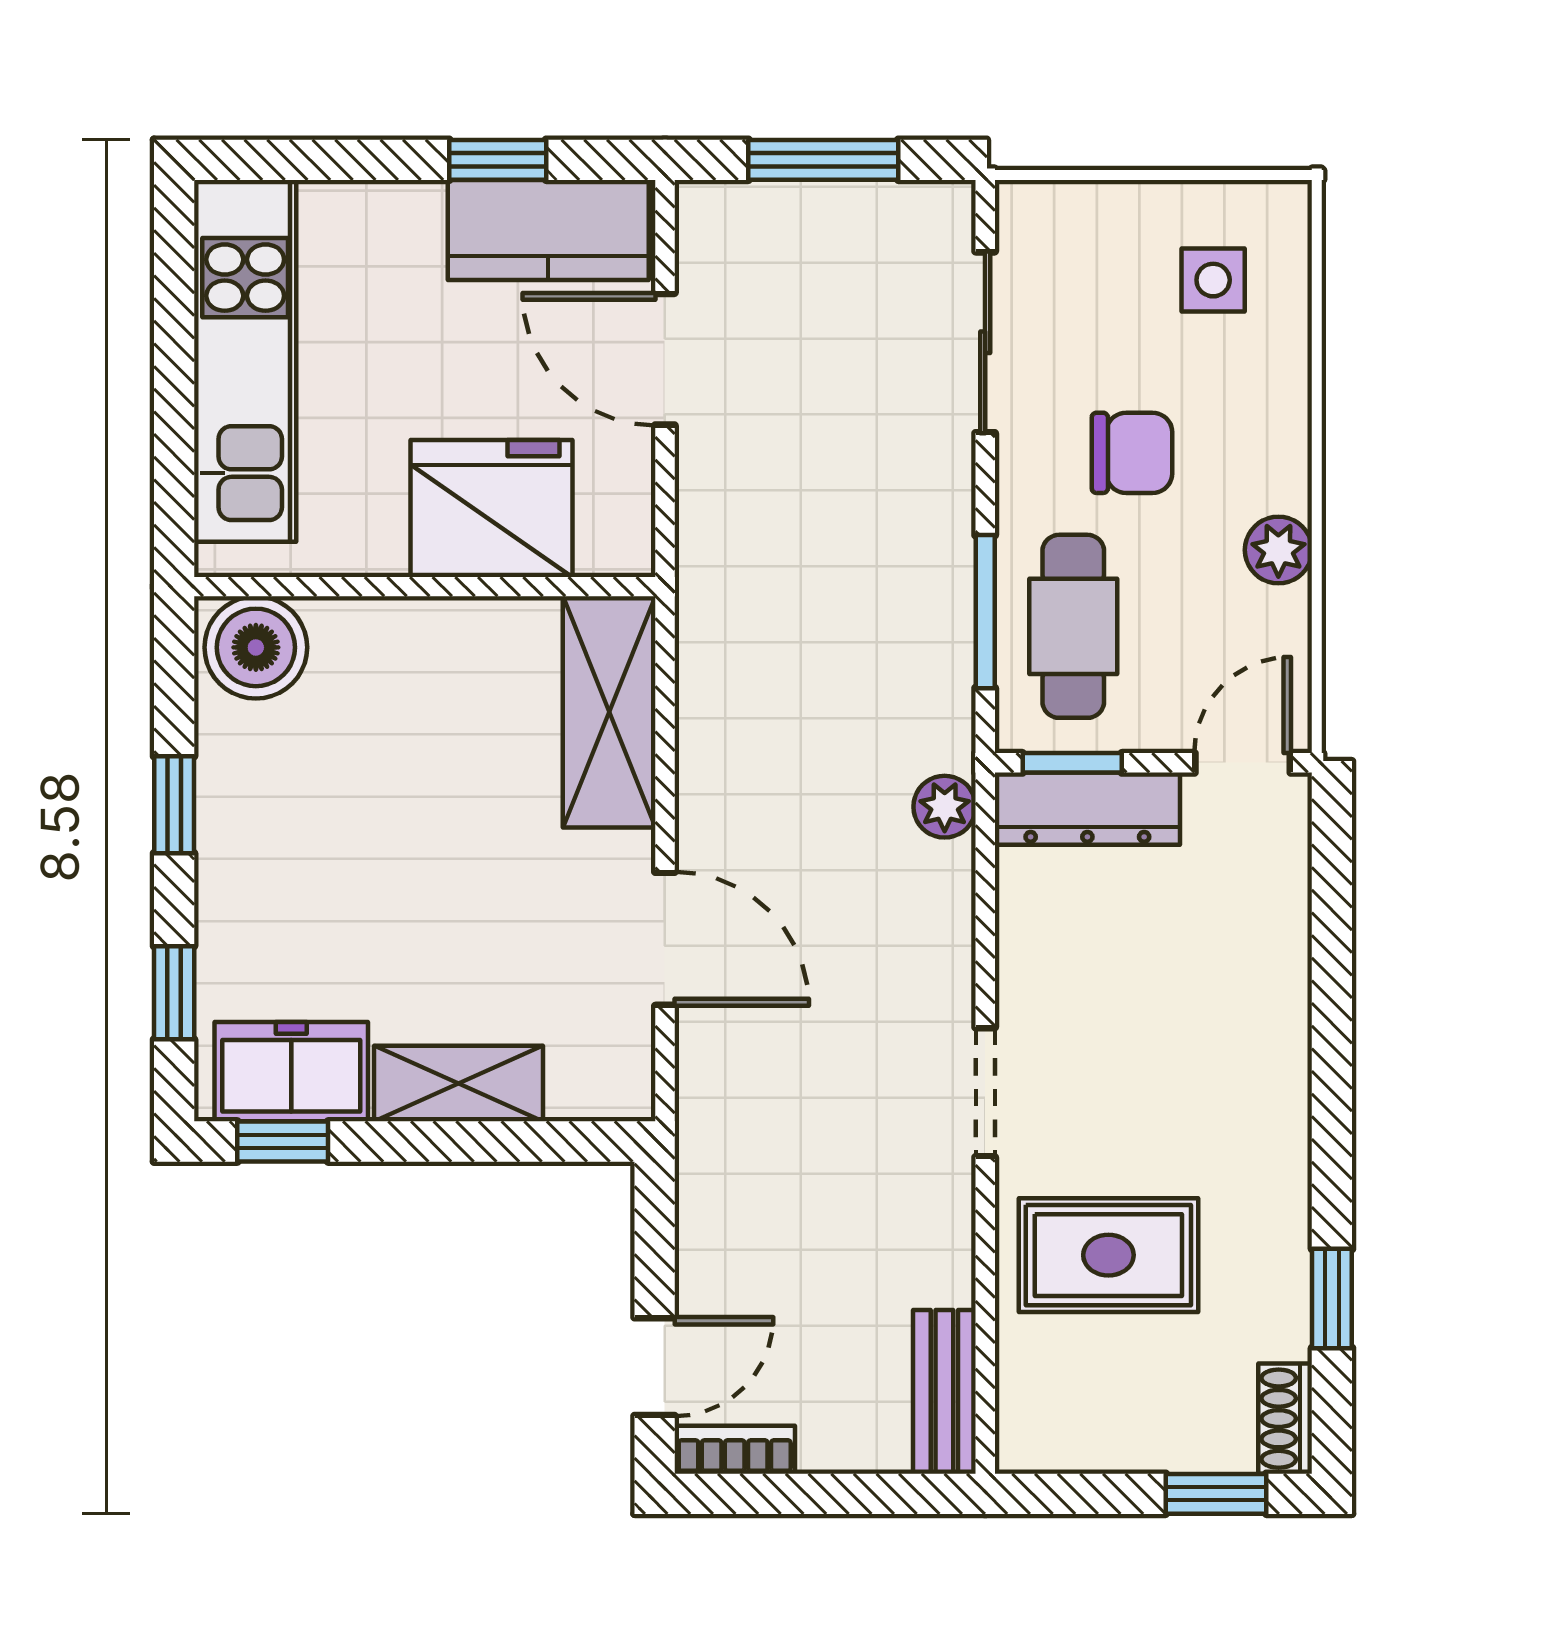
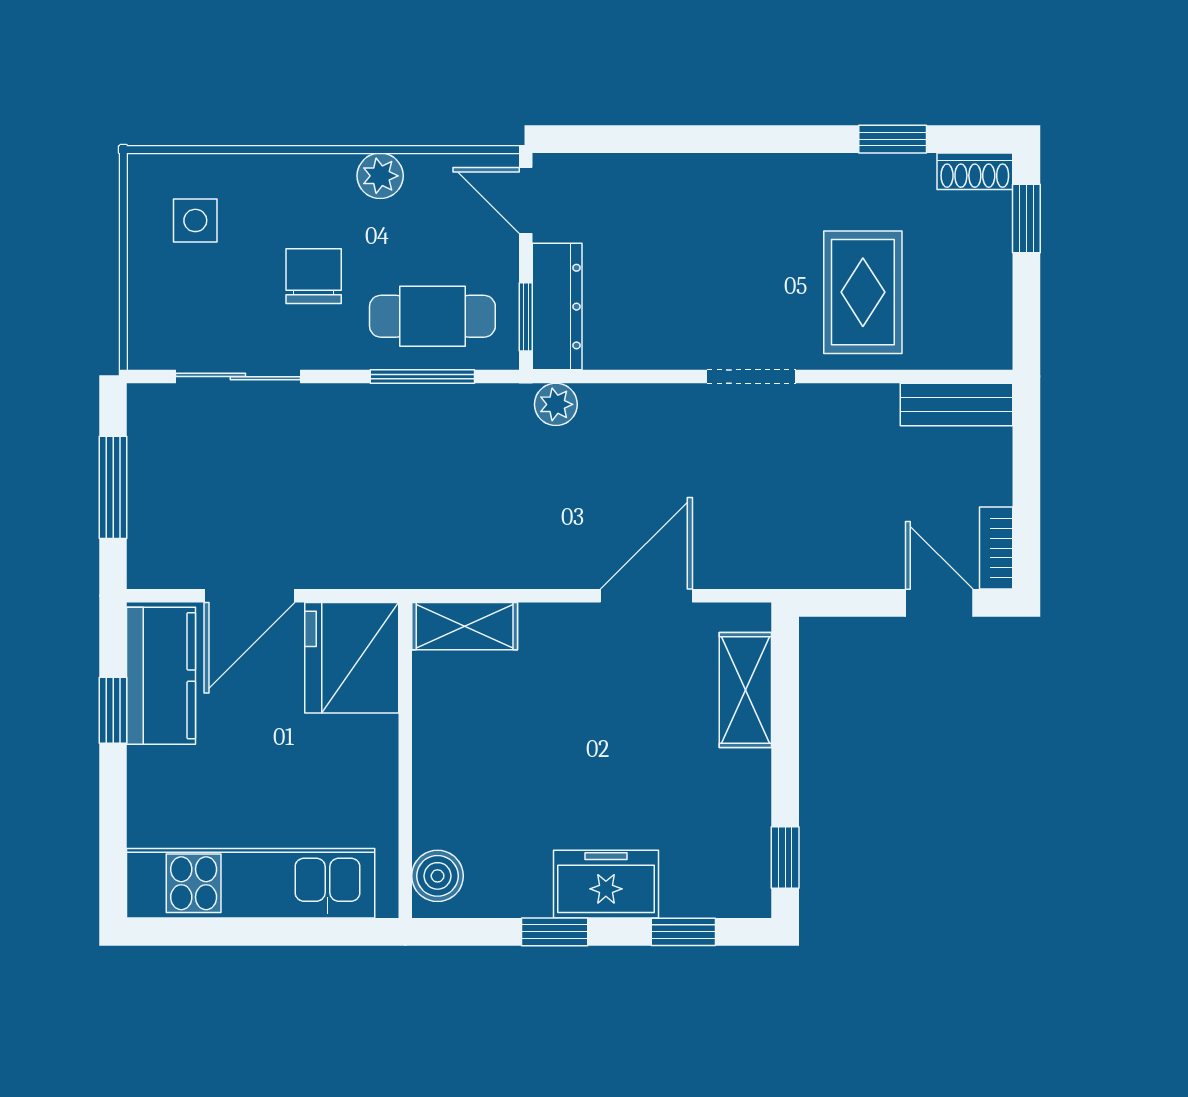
fridge: (492, 508) -> (352, 658), moved
boiler: (256, 647) -> (438, 876), width x0.73, depth x0.73
shelving: (609, 712) -> (465, 626), width x0.67, depth x0.75
freezer: (291, 1072) -> (606, 884), moved, turned 90
shelving: (458, 1084) -> (745, 690), moved

